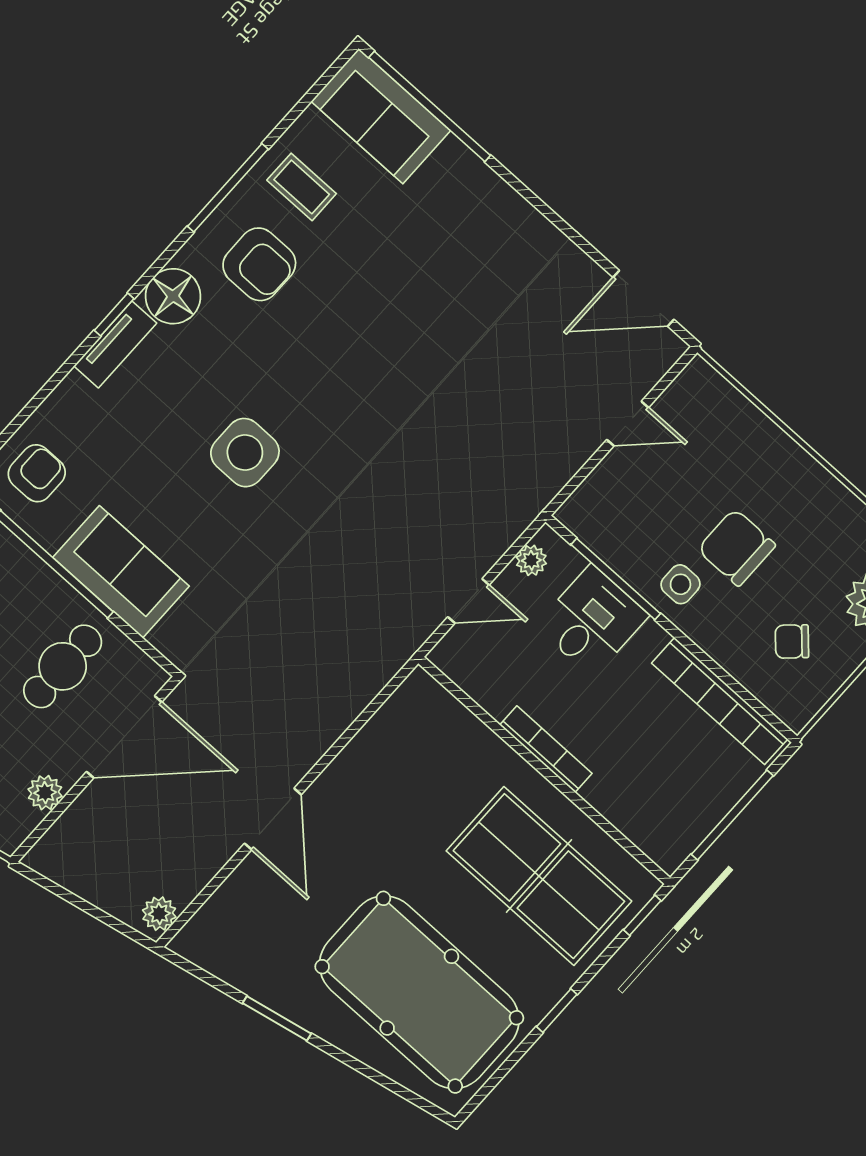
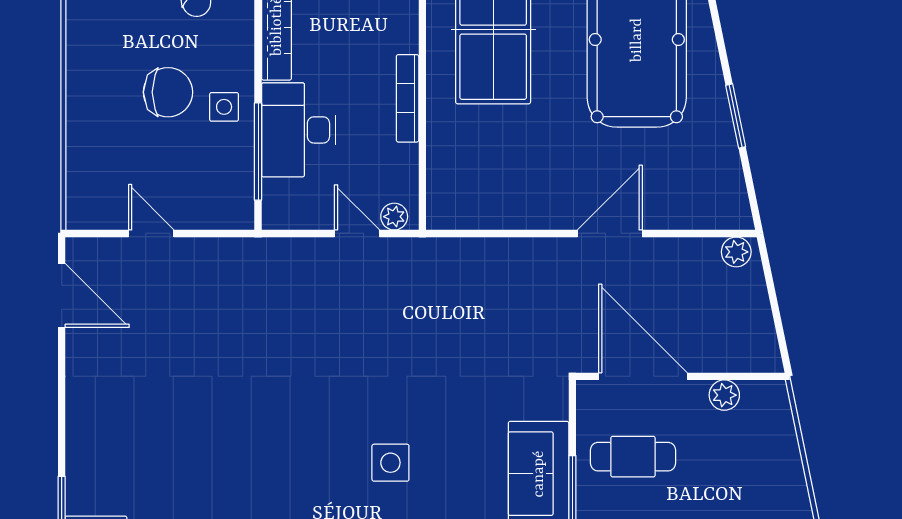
side table: (245, 453) -> (390, 463), width x0.73, depth x0.73
chair: (736, 547) -> (168, 92), turned -90
plant: (531, 560) -> (394, 217), moved
desk: (592, 621) -> (299, 130), width x1.37

